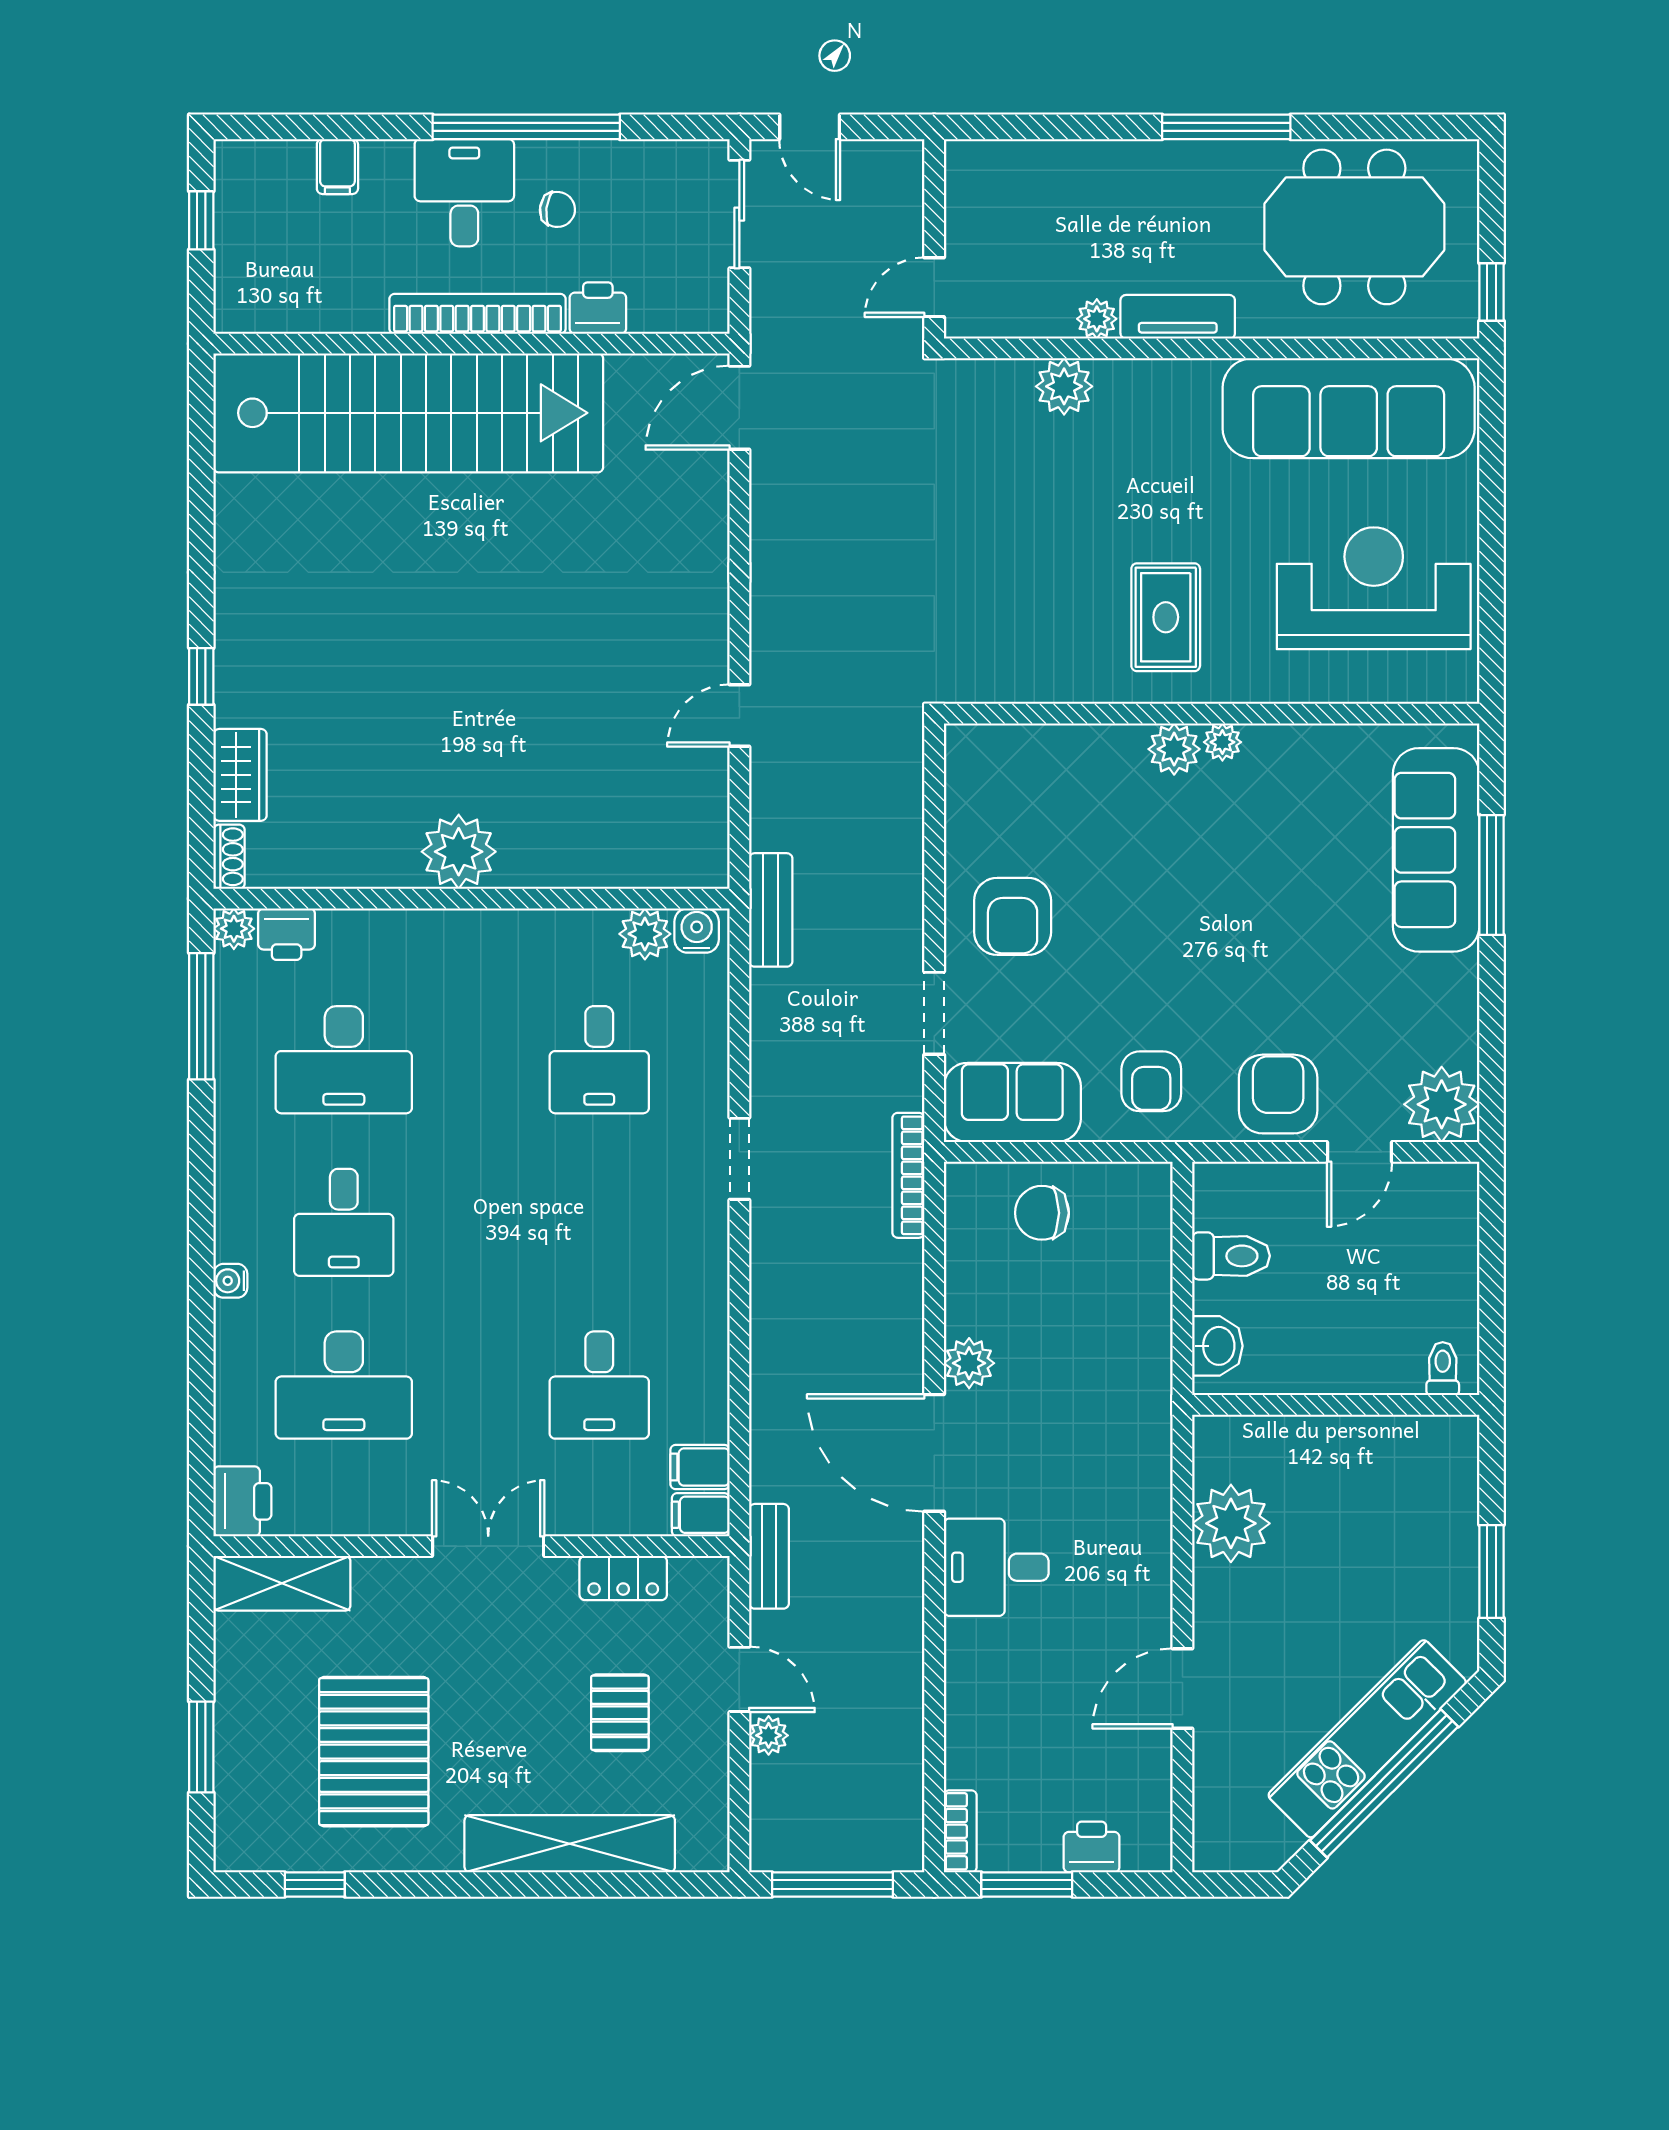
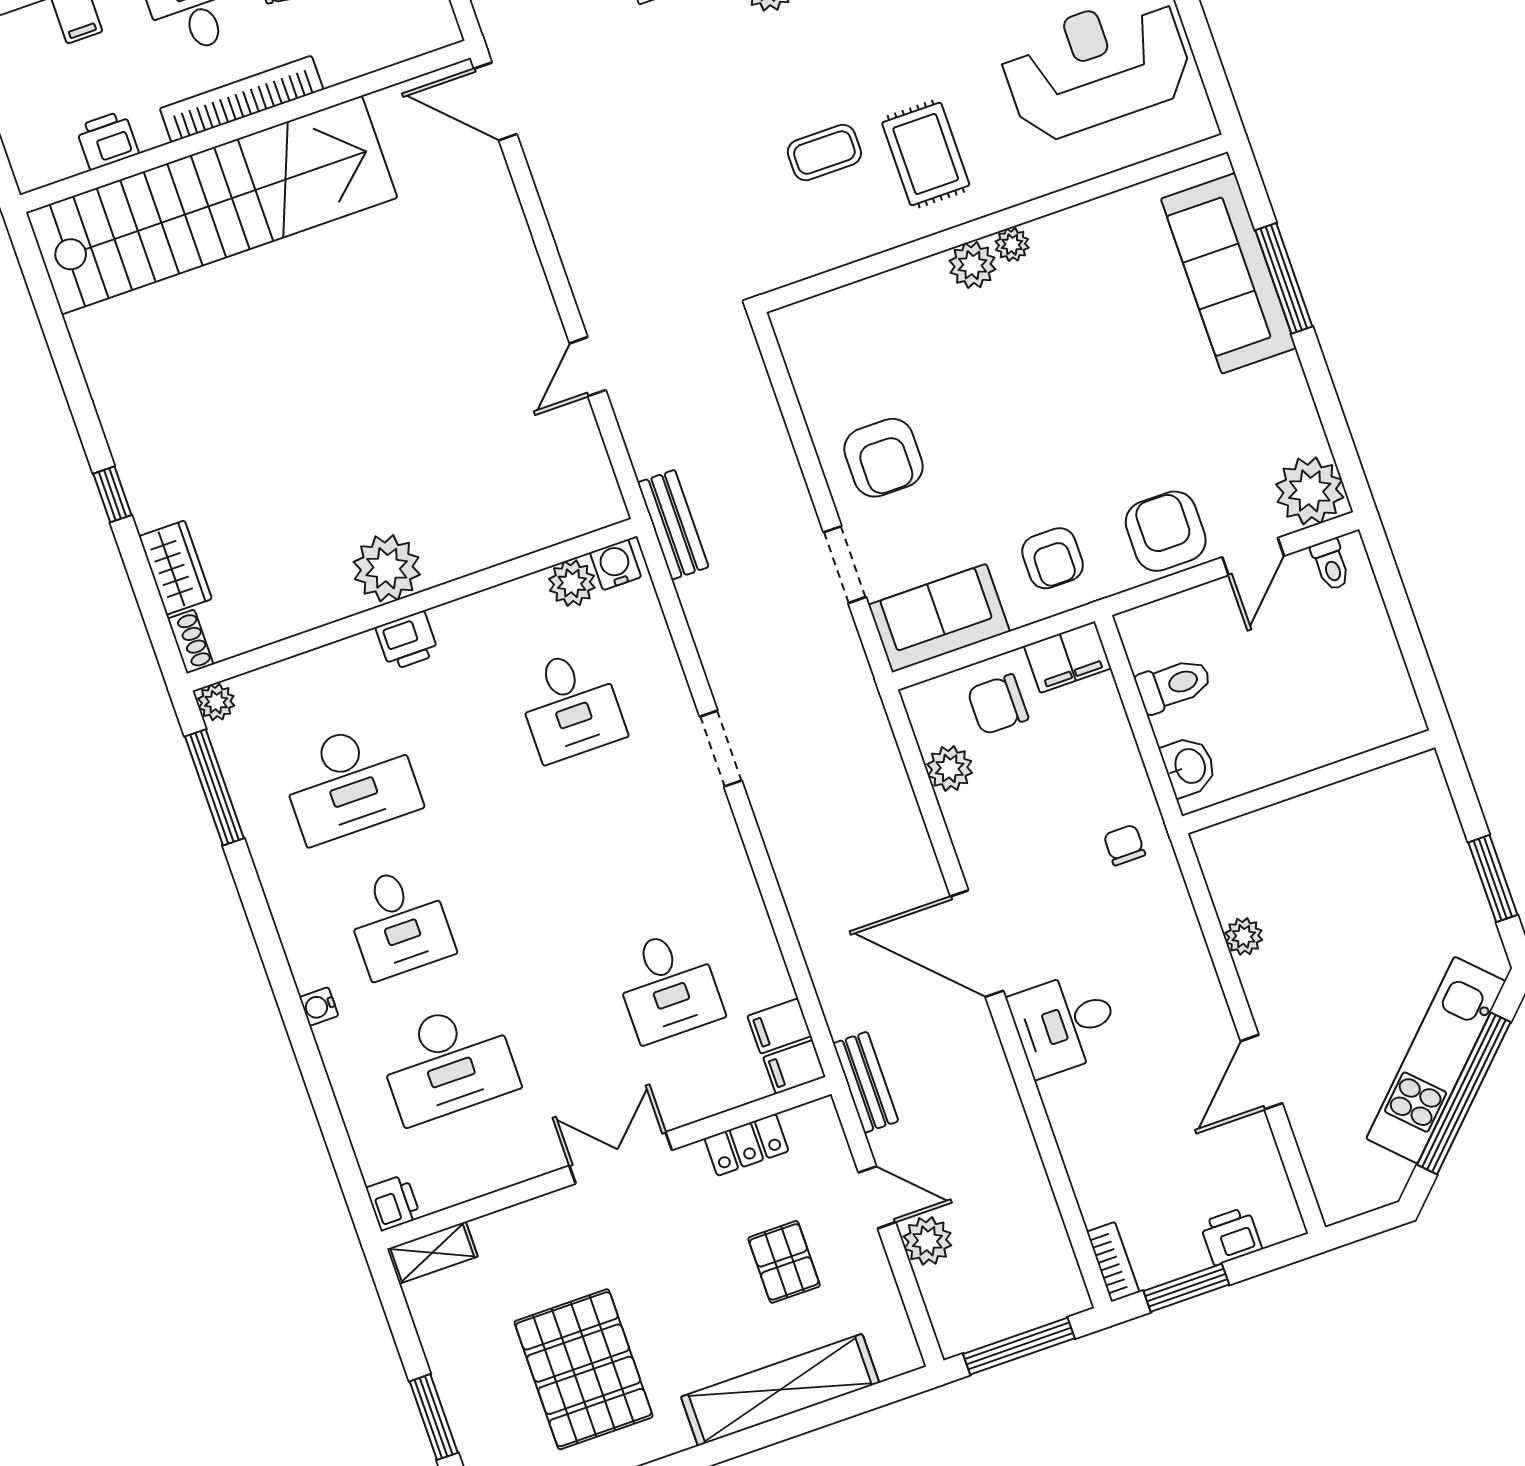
printer: (598, 308) -> (107, 140), moved
door: (739, 408) -> (495, 101), hinge flipped
coffee table: (1061, 579) -> (824, 153), added
printer: (287, 934) -> (407, 641), moved
bookcase: (908, 1175) -> (871, 712), removed
filing cabinet: (1131, 1189) -> (1068, 657), added
plant: (969, 1363) -> (950, 768), moved
toilet: (1443, 1369) -> (1331, 565), moved, turned 180
chair: (1122, 1404) -> (1124, 845), added
printer: (242, 1501) -> (393, 1203), width x0.73, depth x0.81
plant: (1231, 1523) -> (1244, 936), width x0.53, depth x0.53
shelving: (282, 1583) -> (432, 1253), width x0.67, depth x0.75
plant: (769, 1735) -> (927, 1241), width x1.38, depth x1.38

